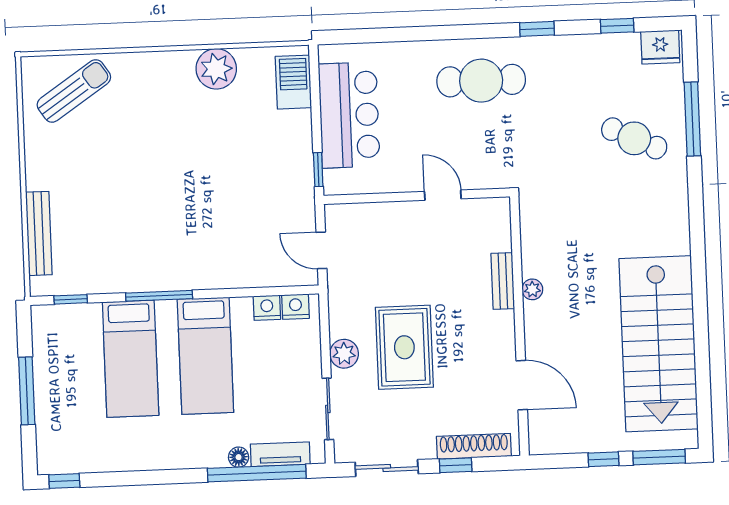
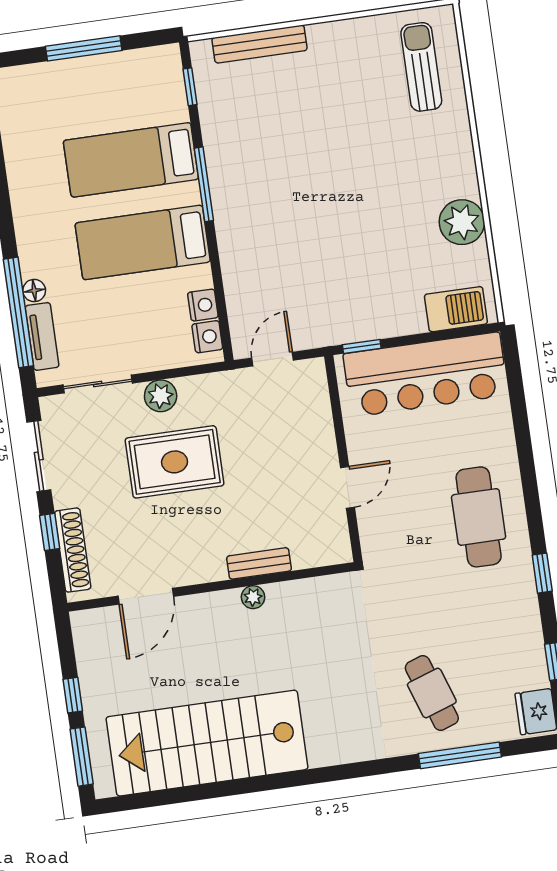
sun lounger: (74, 91) -> (421, 67), turned -146
bar counter: (349, 115) -> (426, 375), width x1.36
cafe table: (634, 138) -> (432, 693), turned -44

